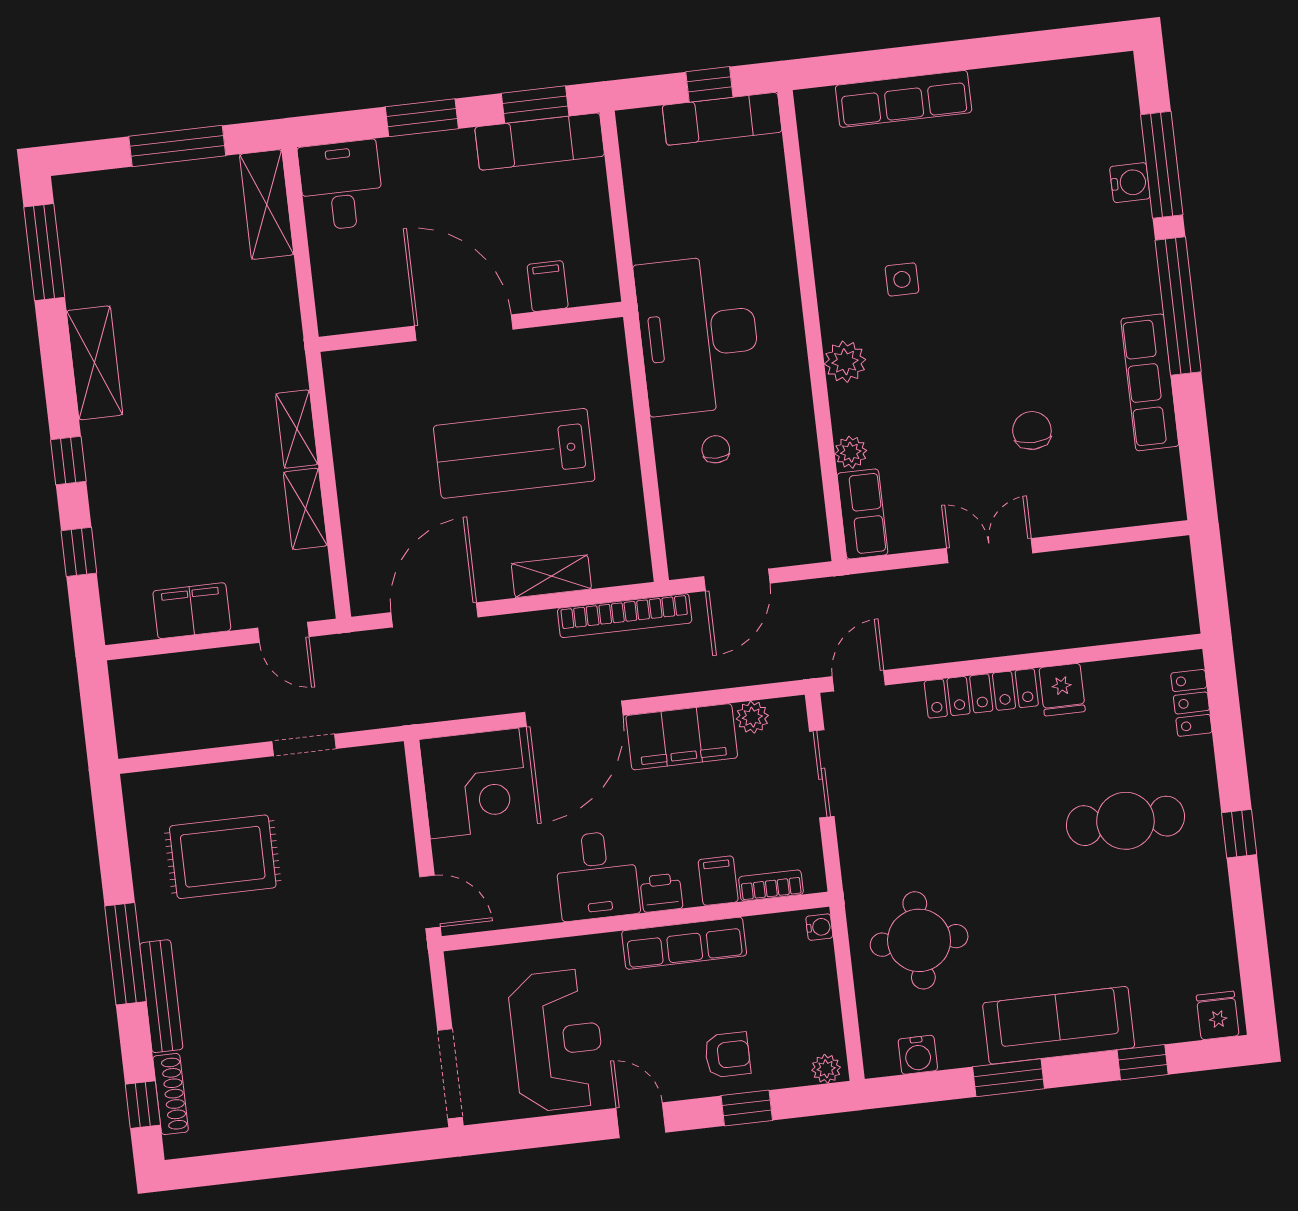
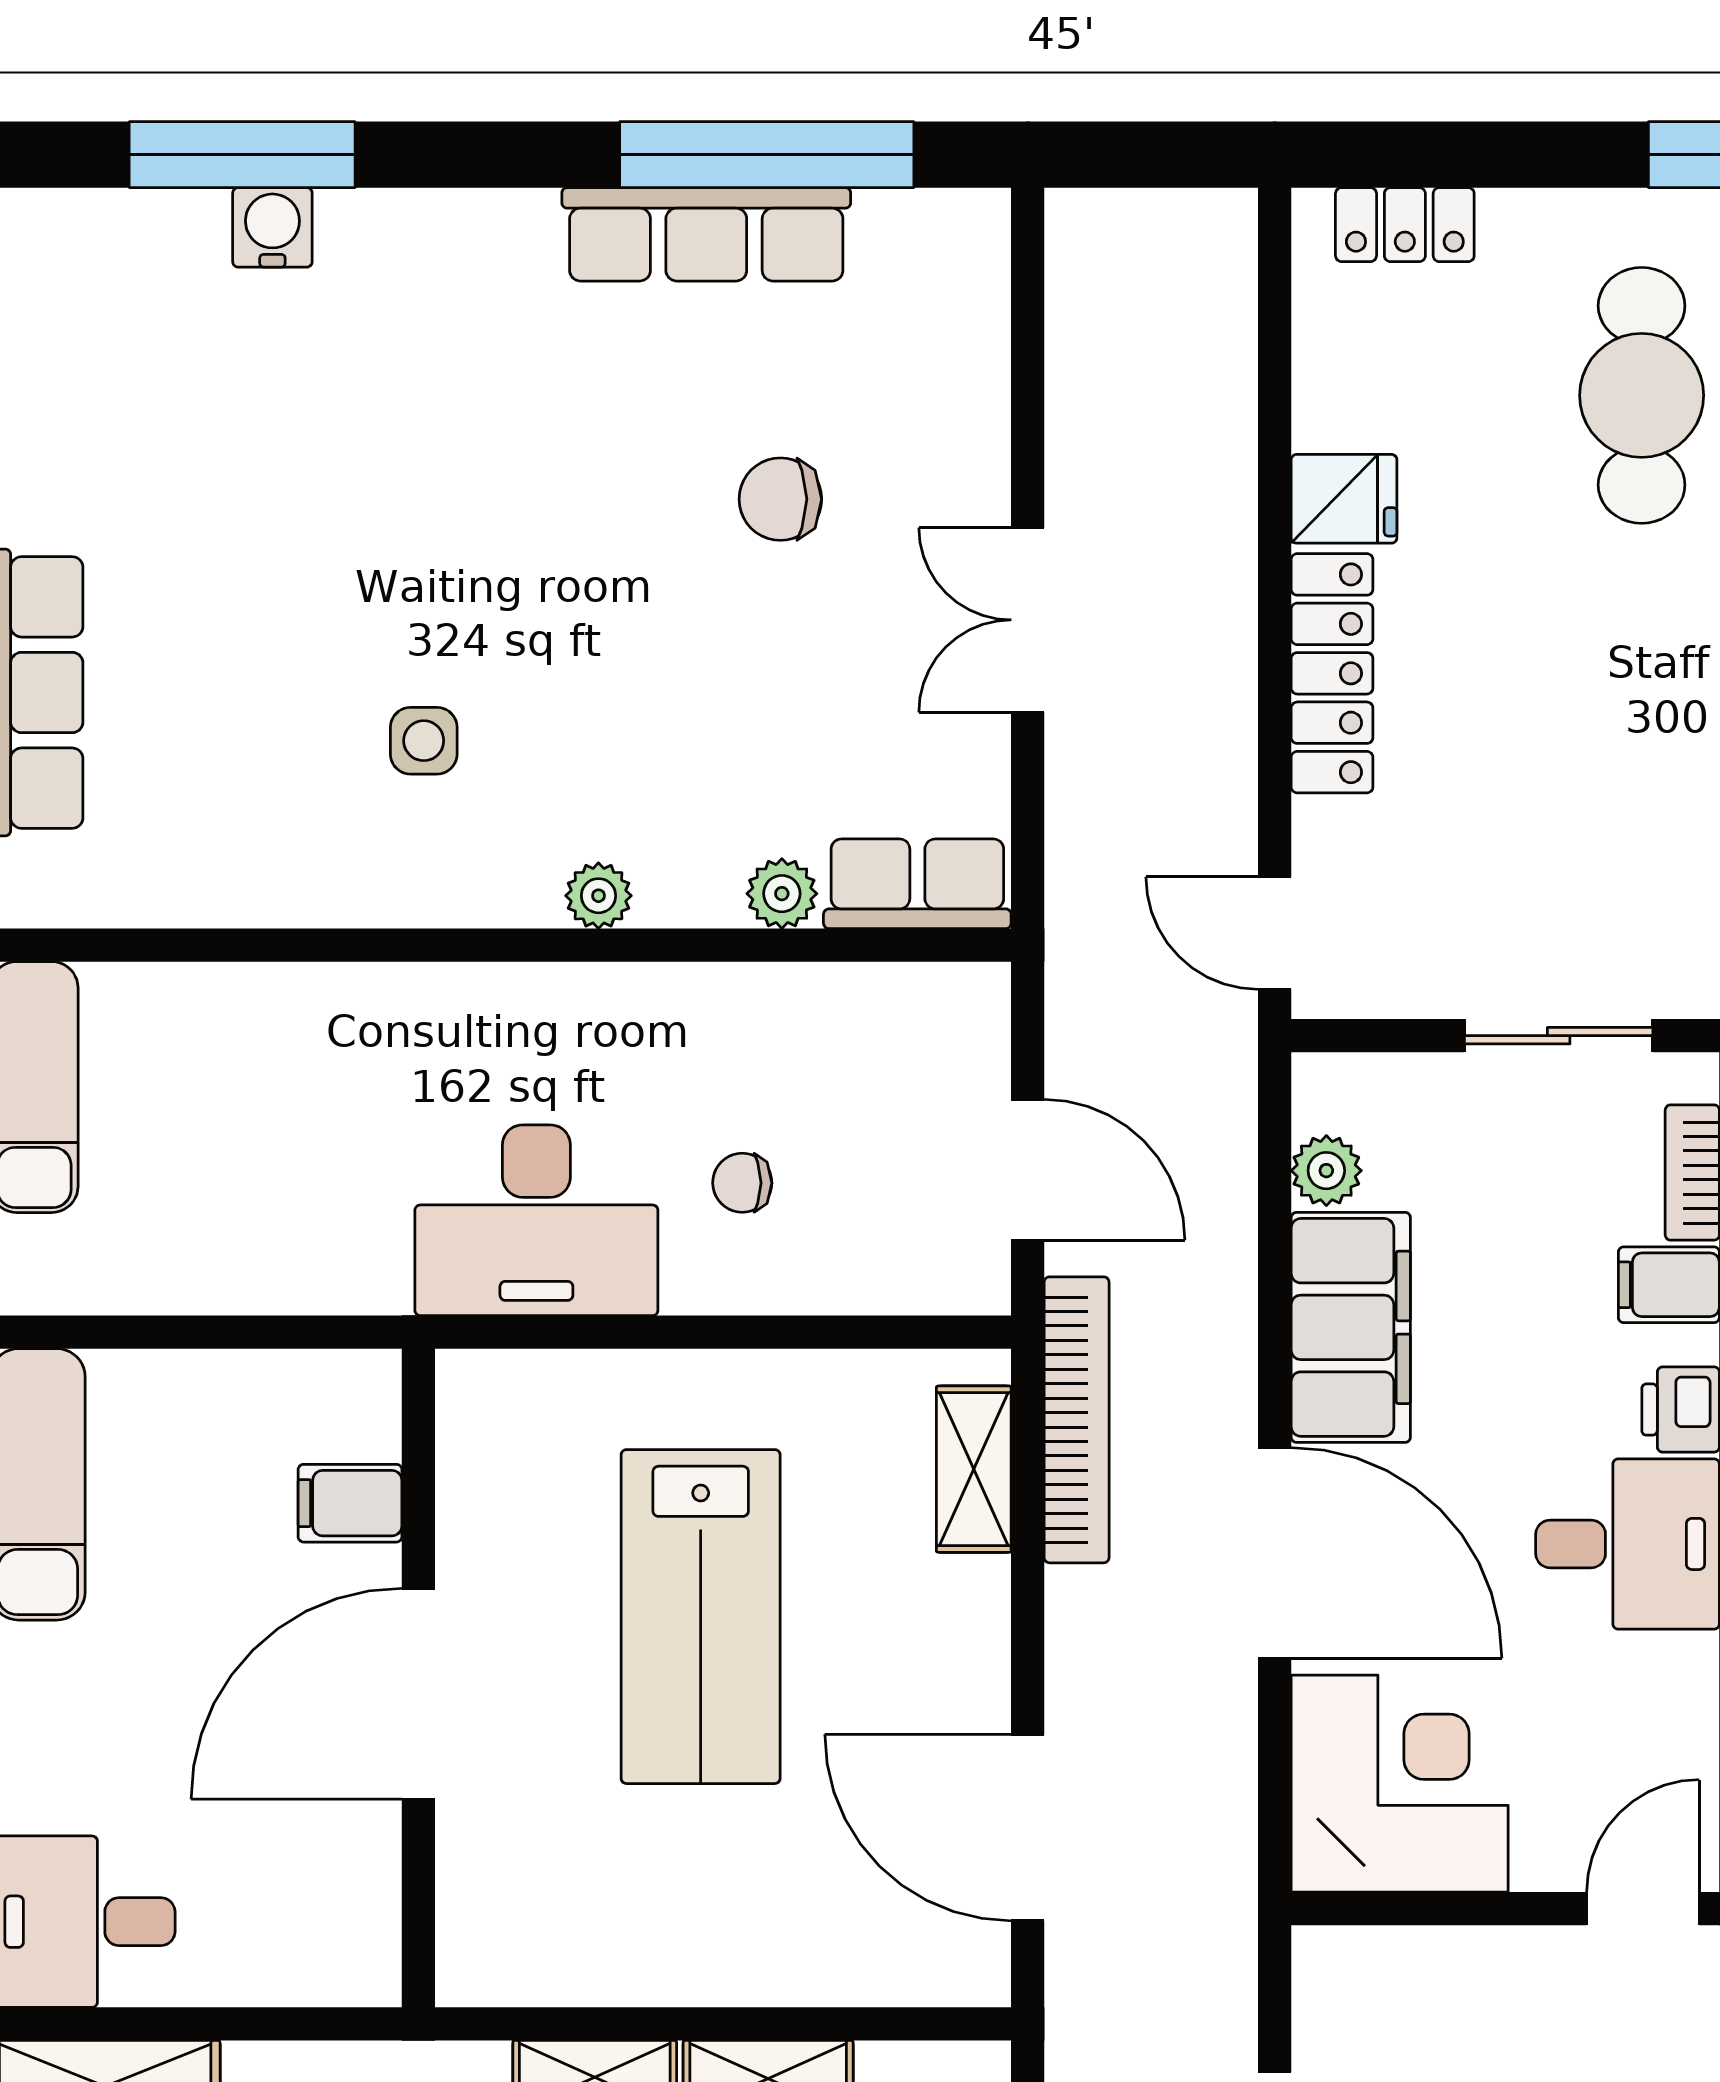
window: (1178, 306) -> (767, 155), moved
desk: (698, 335) -> (536, 1220), width x0.73, depth x0.77
plant: (845, 362) -> (598, 896), width x0.73, depth x0.73
shelving: (551, 576) -> (974, 1469), moved
sliding door: (822, 774) -> (1559, 1036), moved

